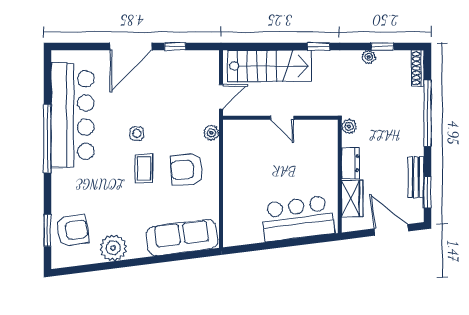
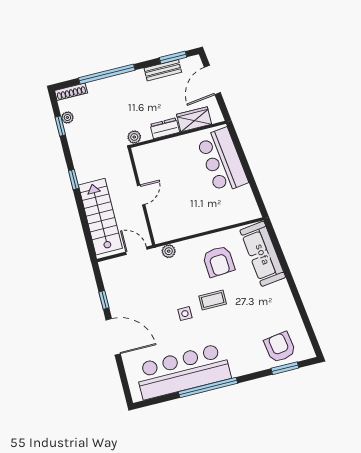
plant: (369, 57) -> (67, 117), moved
armchair: (187, 170) -> (219, 261), moved
plant: (113, 248) -> (286, 309), removed

